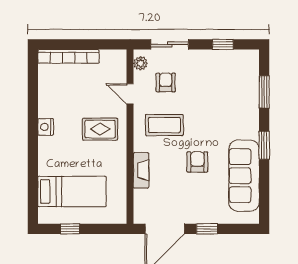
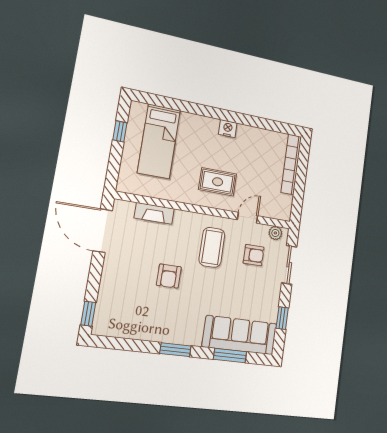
rug: (100, 129) -> (218, 182), turned 90
armchair: (197, 162) -> (169, 276), turned 90
fireplace: (141, 170) -> (154, 213), moved
sofa: (244, 176) -> (240, 335), moved
window: (207, 229) -> (88, 314), moved

